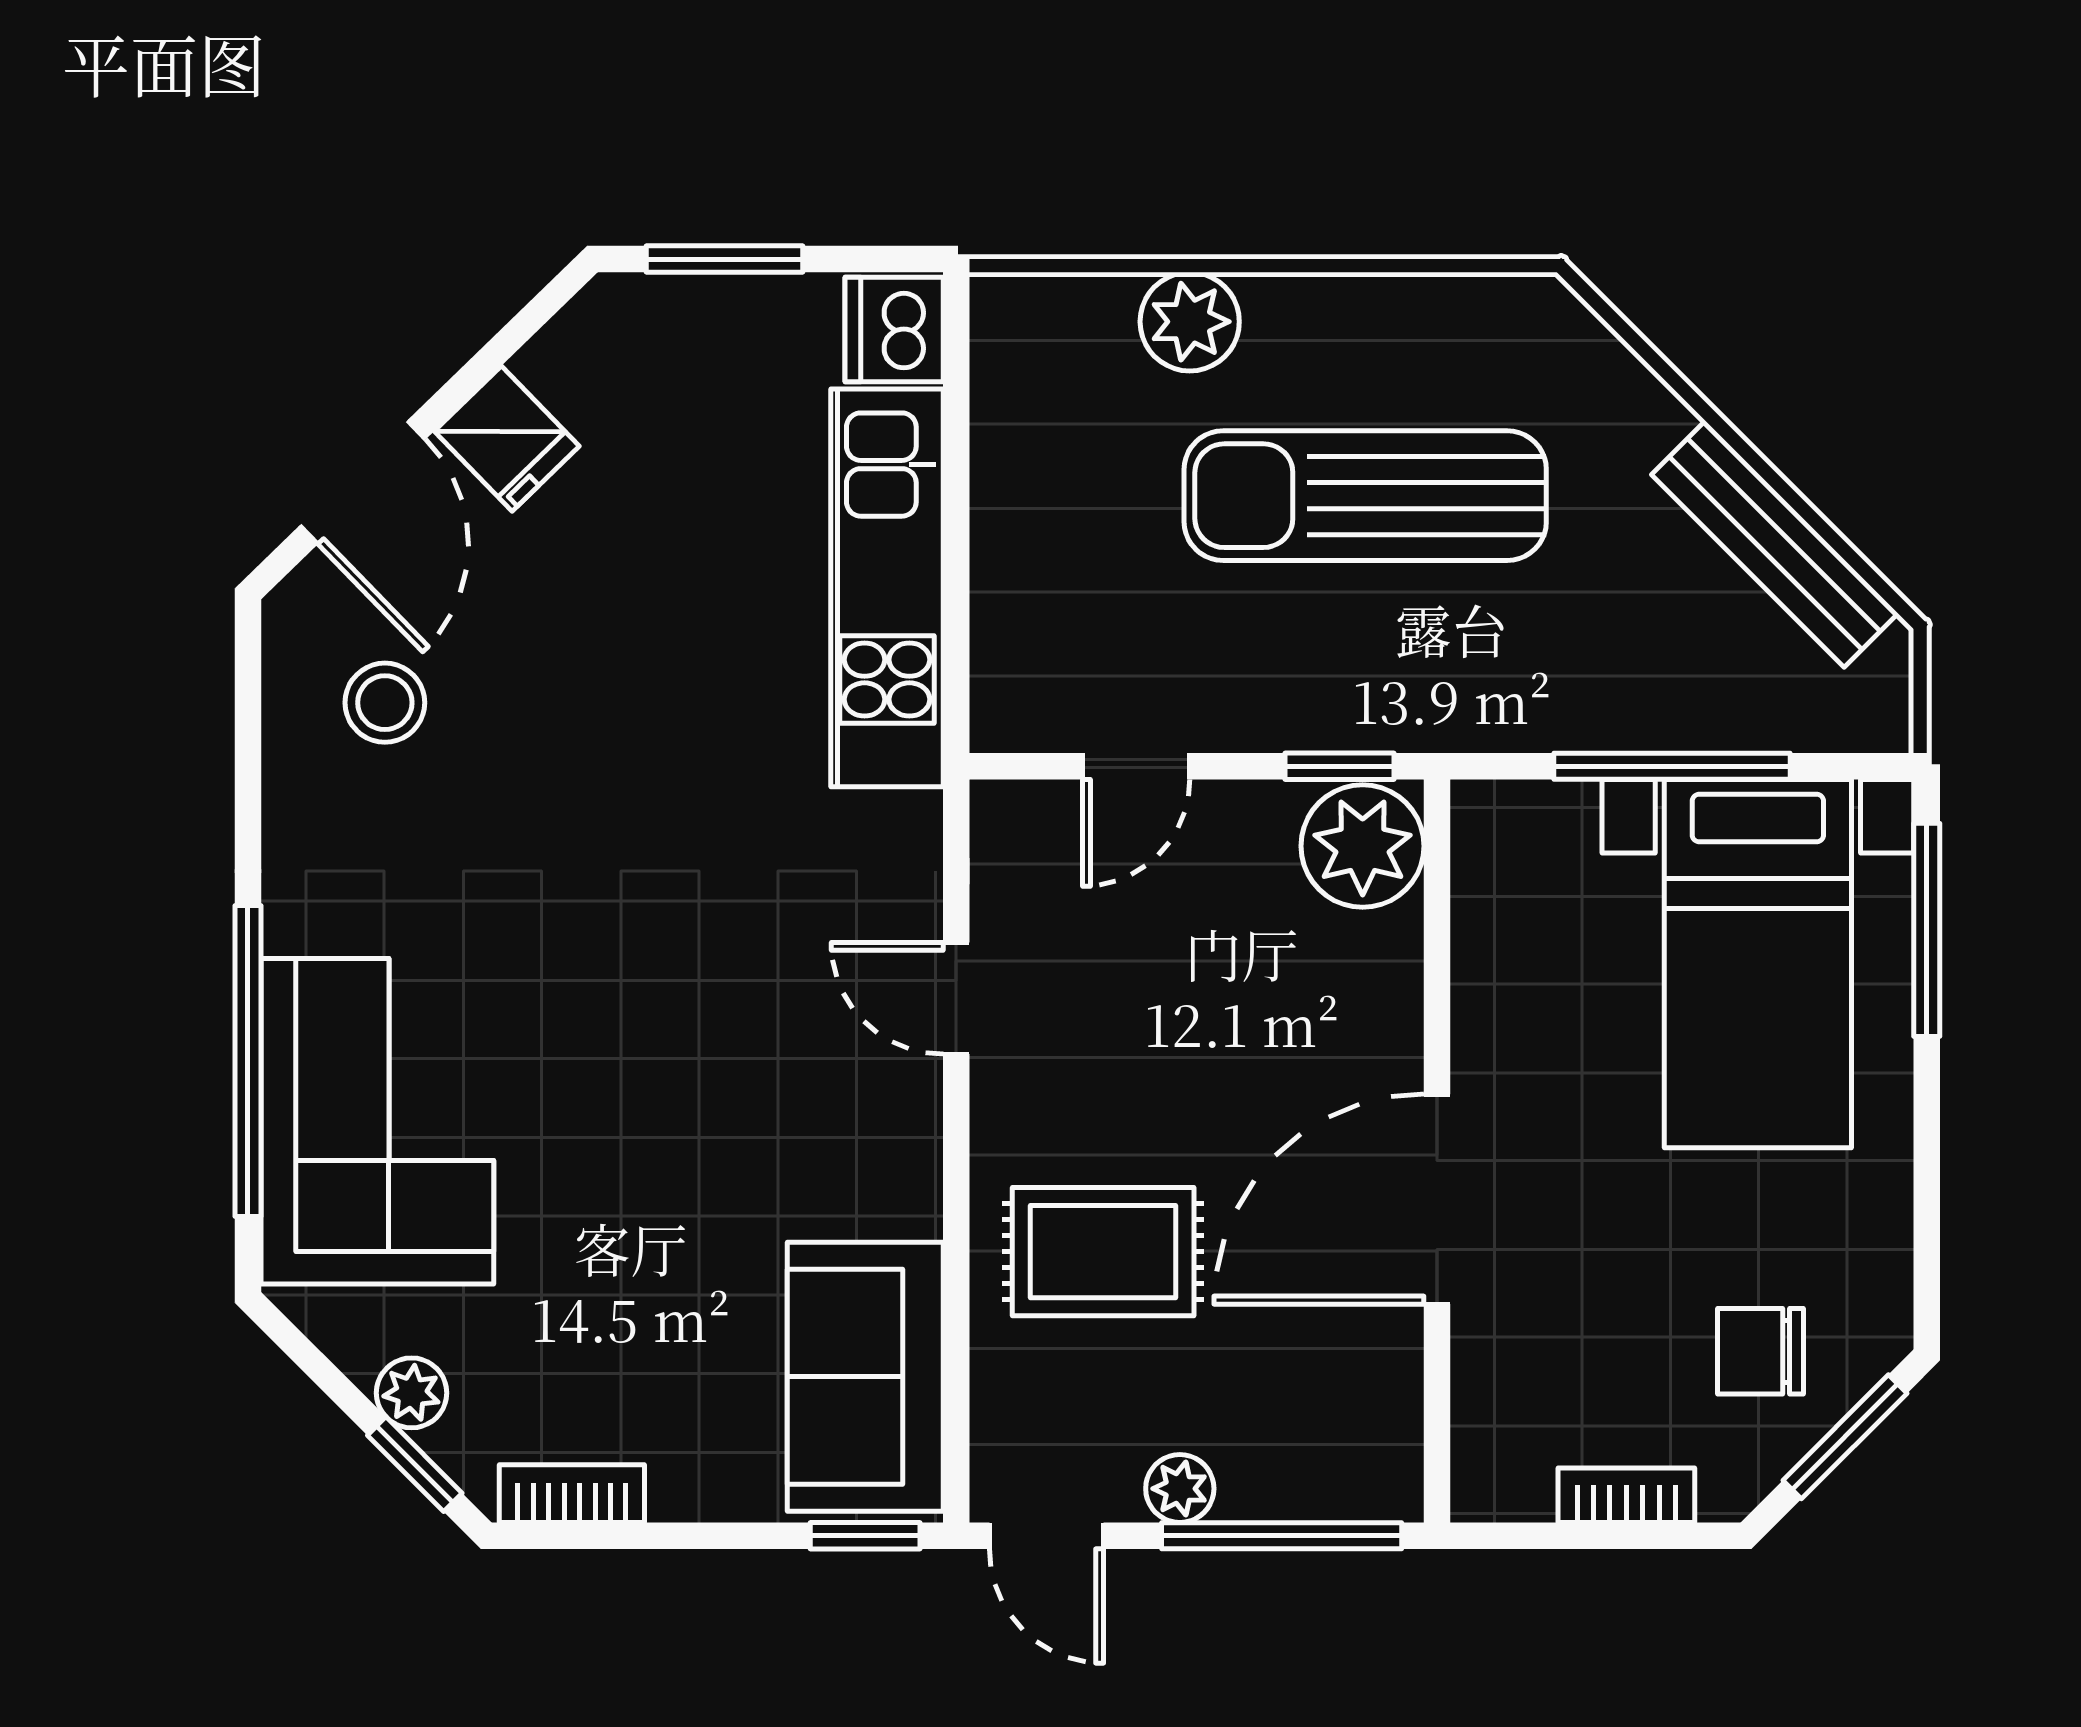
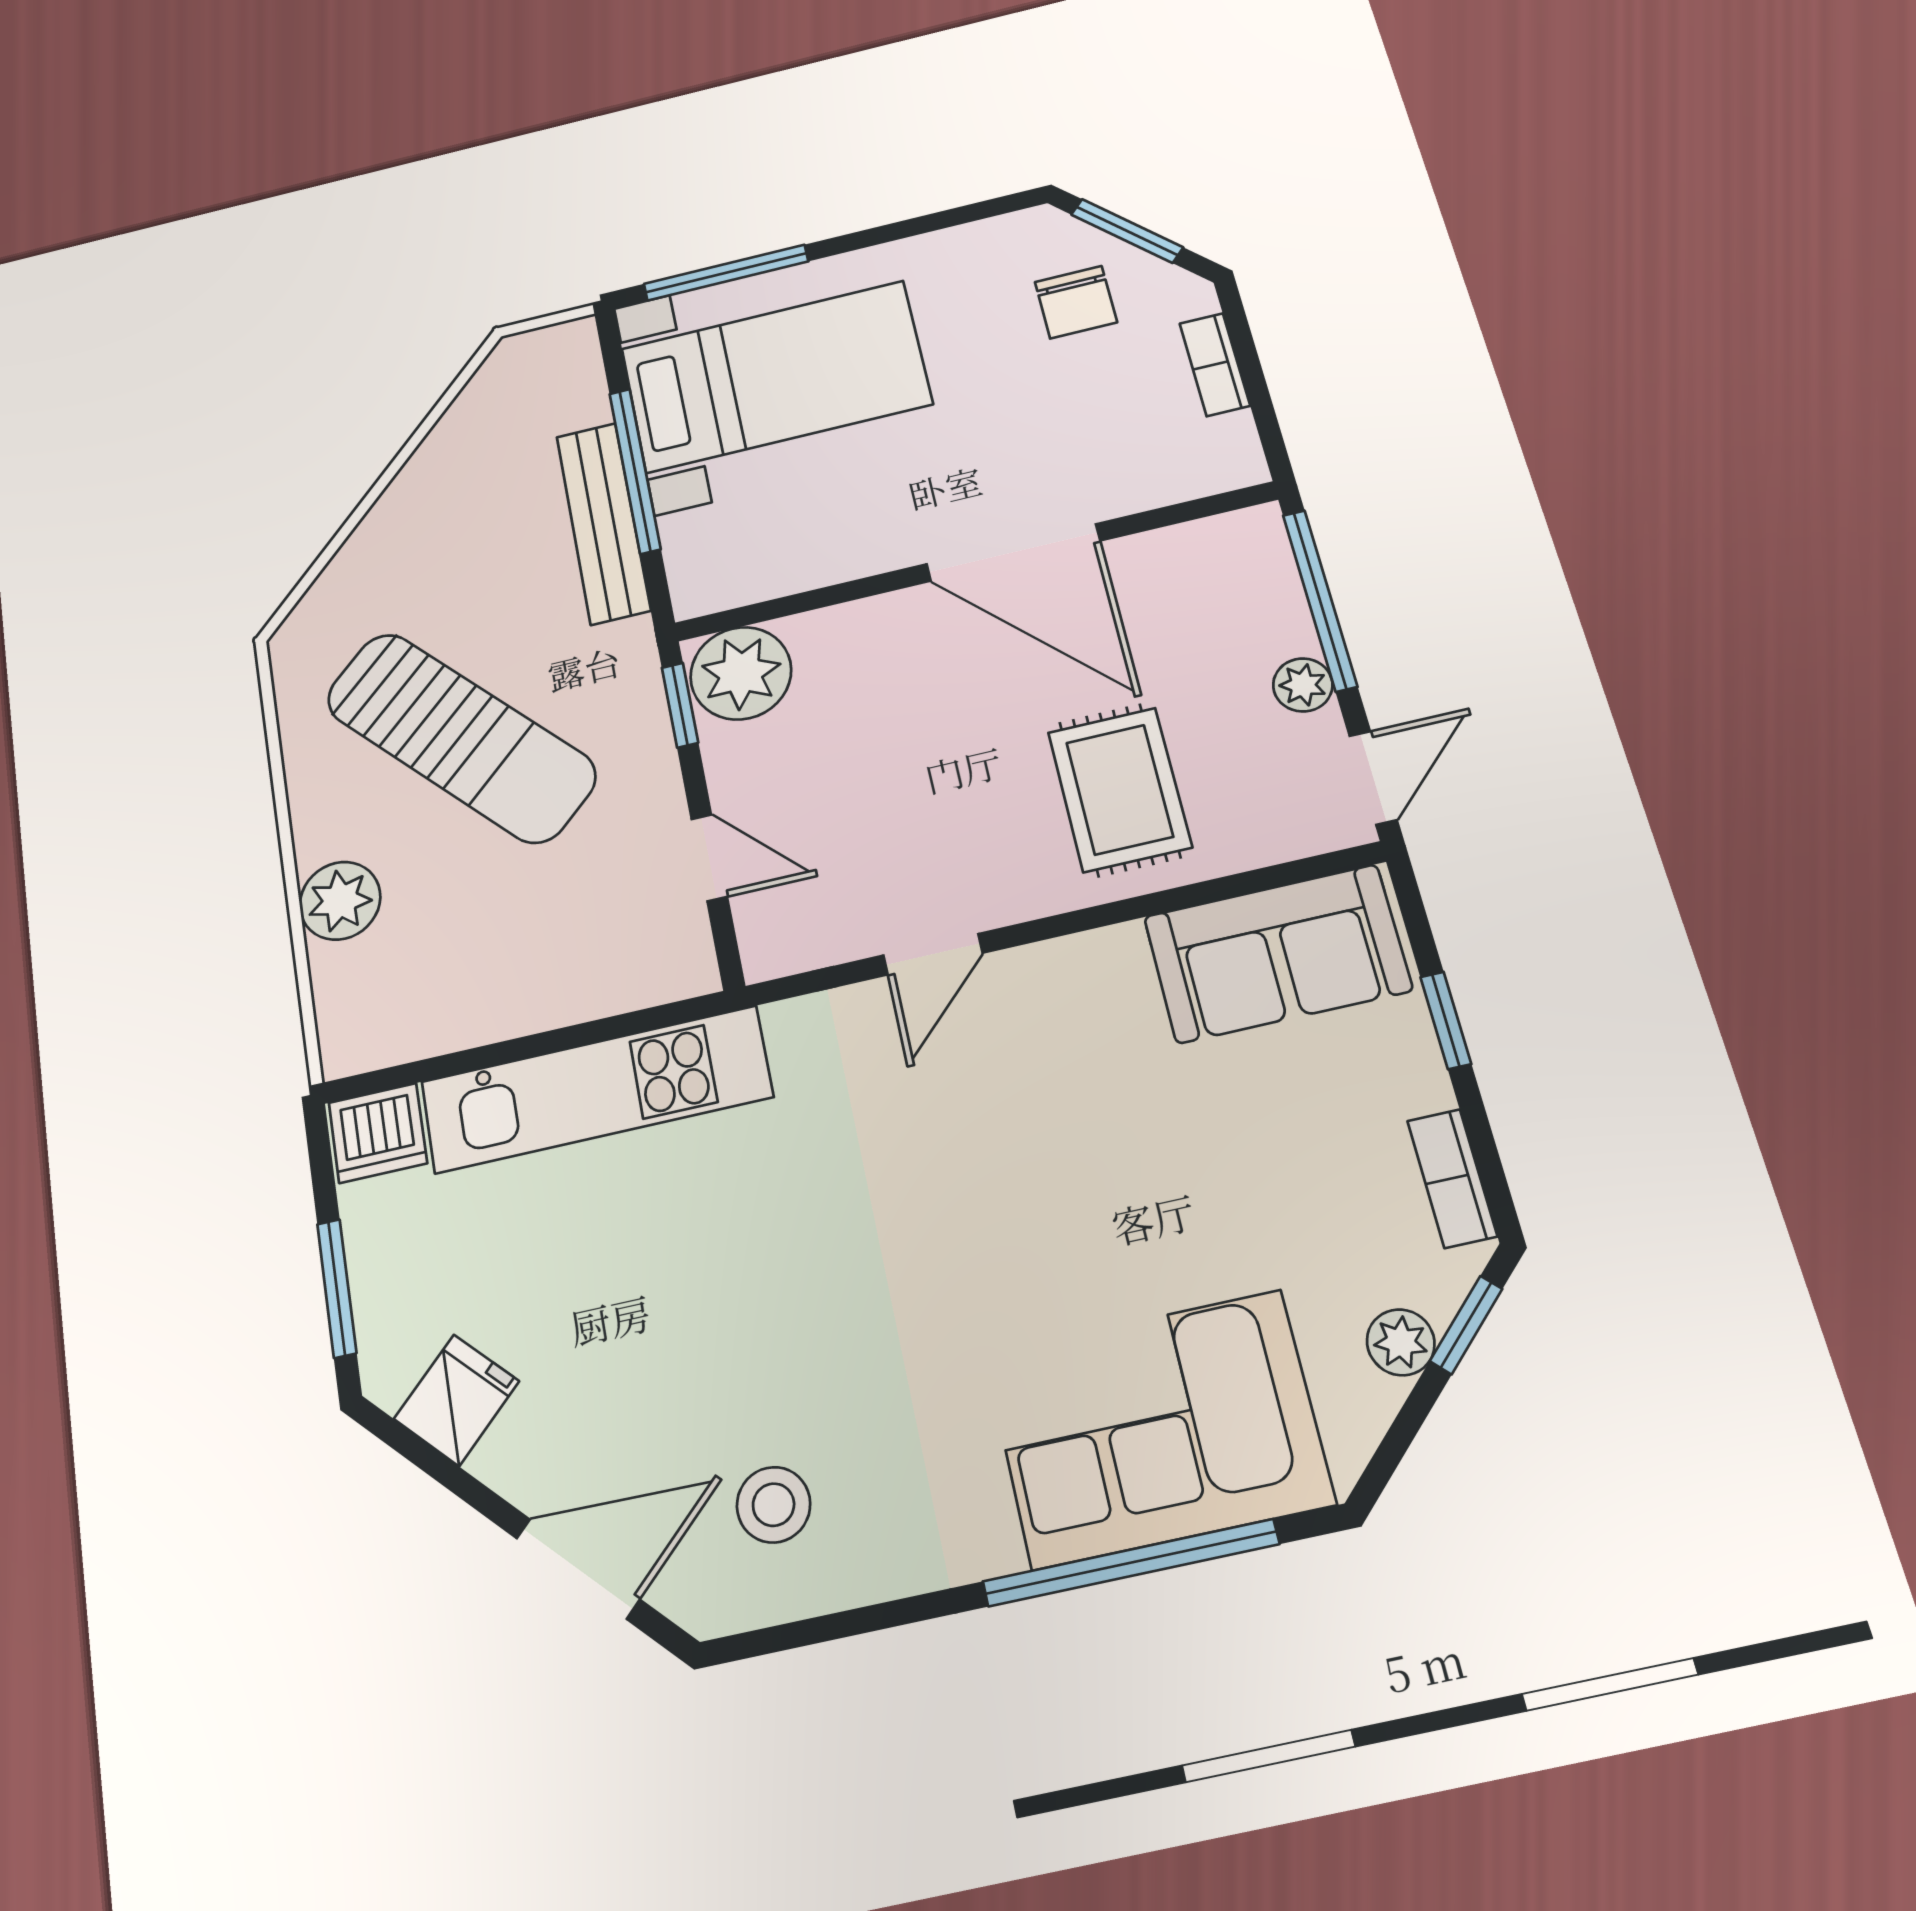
fridge: (507, 439) -> (456, 1400), moved
sun lounger: (1365, 496) -> (460, 737), turned -43
bench: (1775, 544) -> (603, 523), moved, turned -45
window: (865, 1536) -> (1446, 1020), moved

